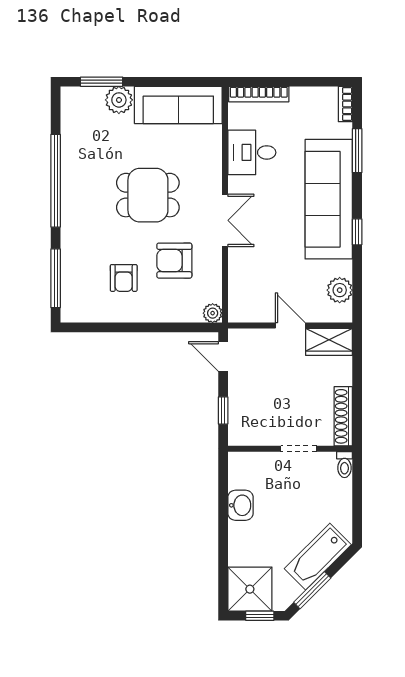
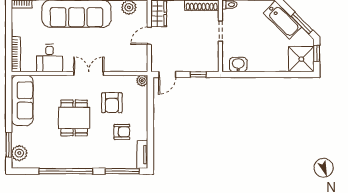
plant: (119, 100) -> (19, 153), moved
tv unit: (84, 314) -> (142, 155), added
washbasin: (240, 505) -> (238, 65), moved

